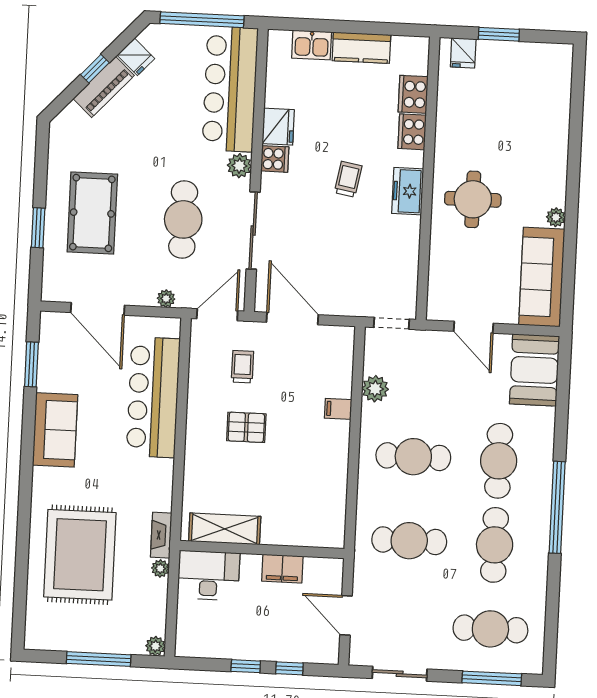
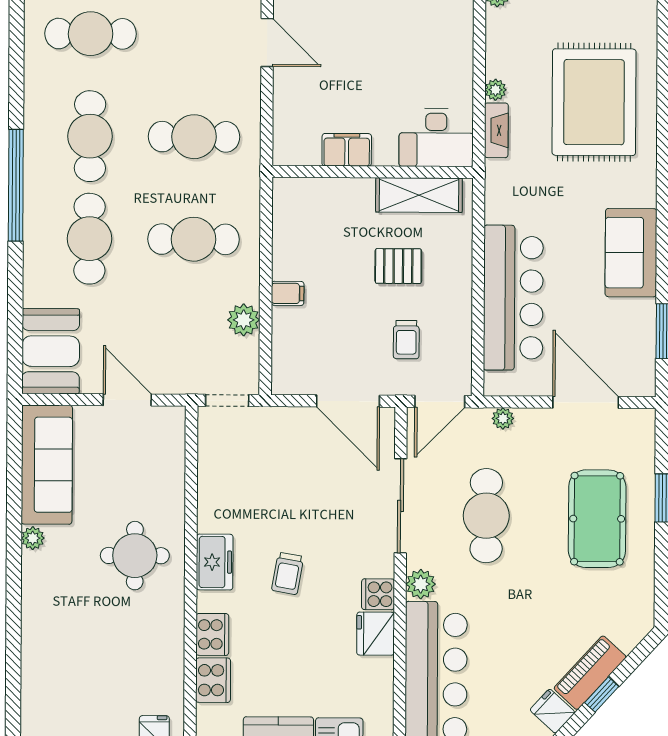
shelving: (225, 529) -> (419, 195), moved
wall: (262, 550) -> (373, 172), moved
filing cabinet: (282, 569) -> (347, 150), moved
desk: (209, 575) -> (436, 138), moved

